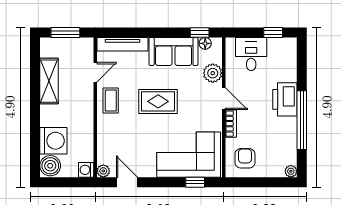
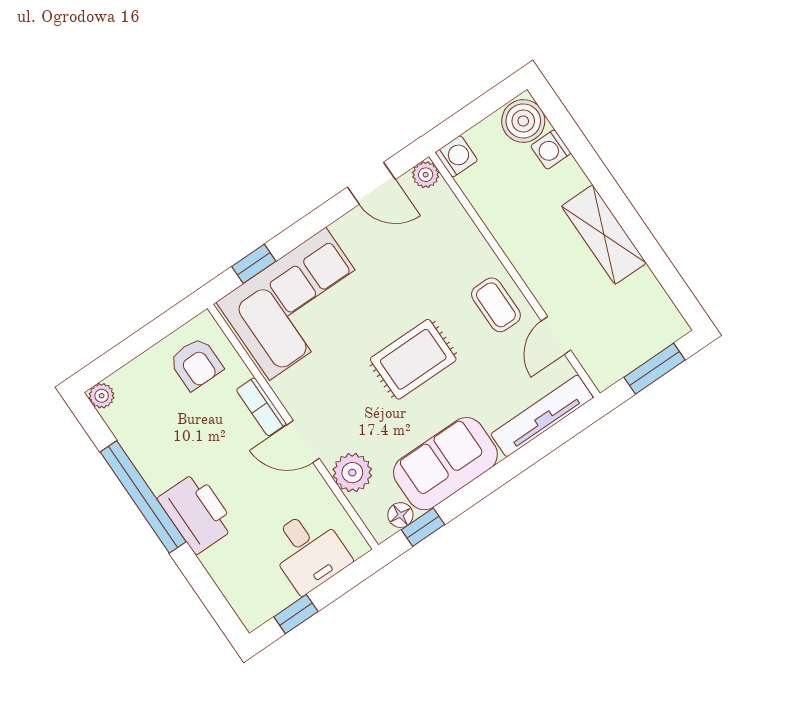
shelving: (49, 81) -> (604, 235), moved
washing machine: (53, 141) -> (551, 150), width x0.53, depth x0.53

